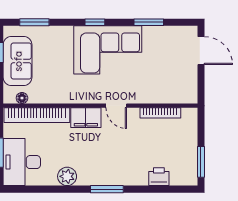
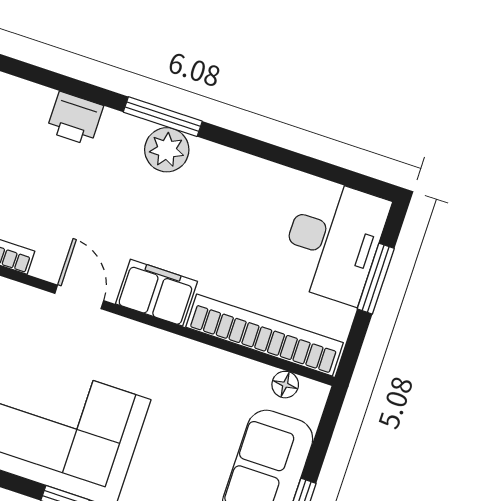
plant: (67, 176) -> (167, 150), moved
printer: (159, 177) -> (75, 118), moved

